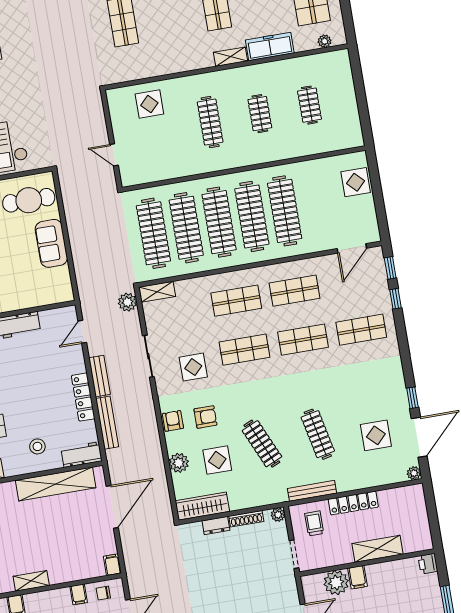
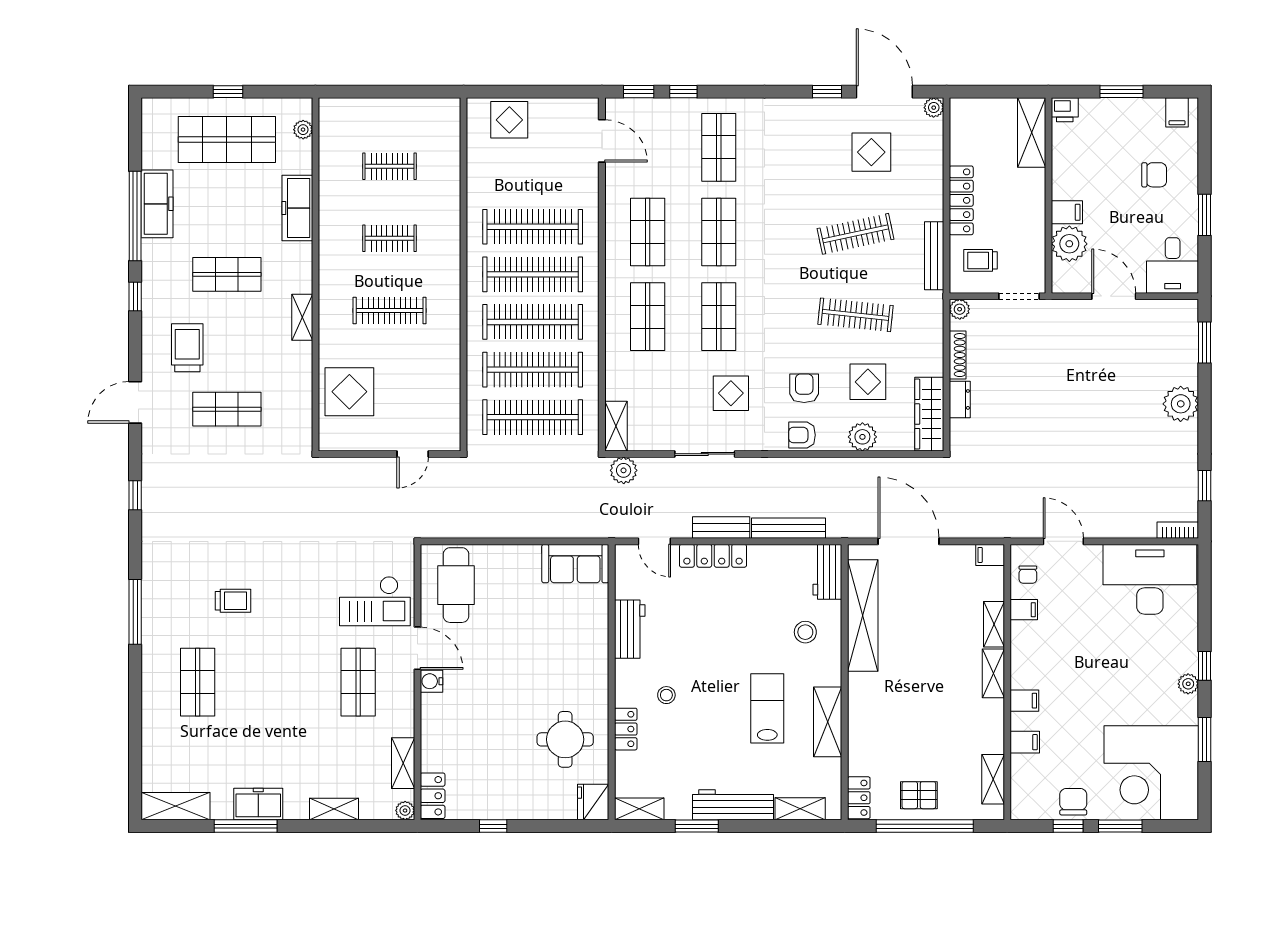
shelving: (230, 57) -> (302, 317), moved
display table: (149, 104) -> (349, 392), width x1.36, depth x1.36
sofa: (51, 243) -> (575, 564), moved
locker: (83, 397) -> (713, 556), moved
clothes rail: (262, 444) -> (856, 315), turned 30
shelving: (378, 549) -> (1032, 133), moved
shelving: (65, 576) -> (994, 624), added

